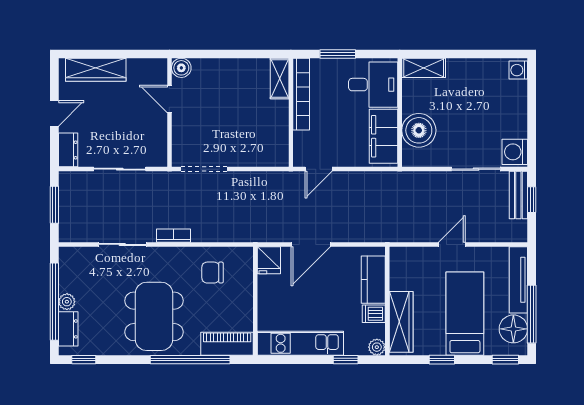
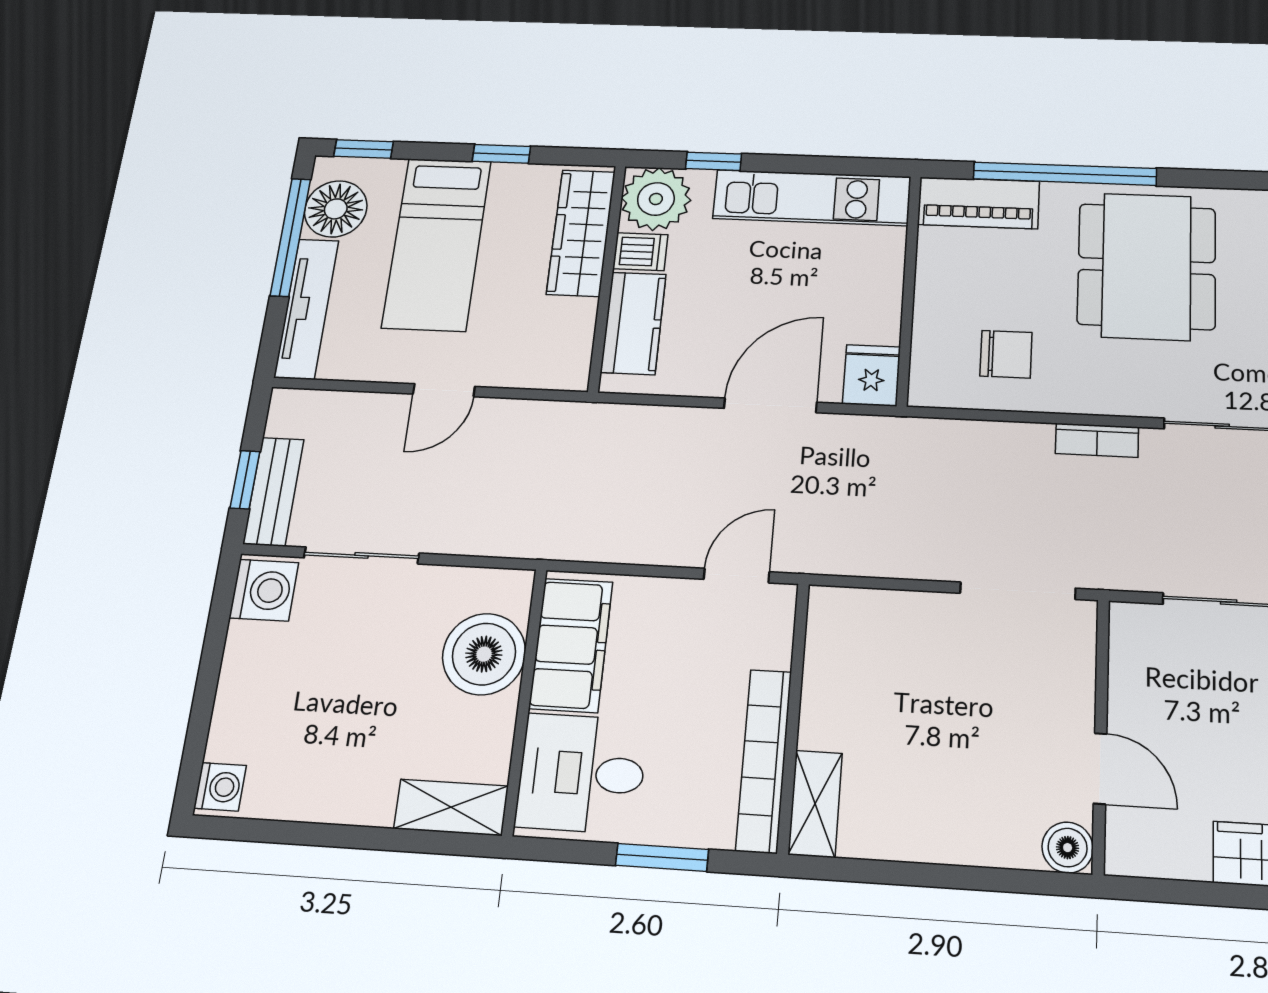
plant: (377, 347) -> (656, 199), width x1.88, depth x1.88

